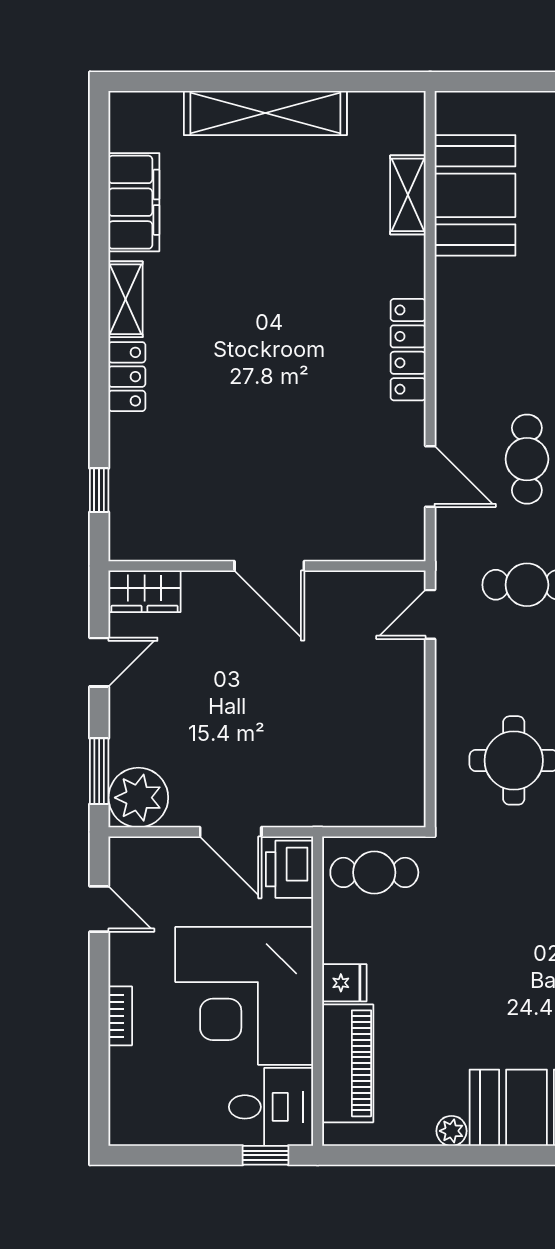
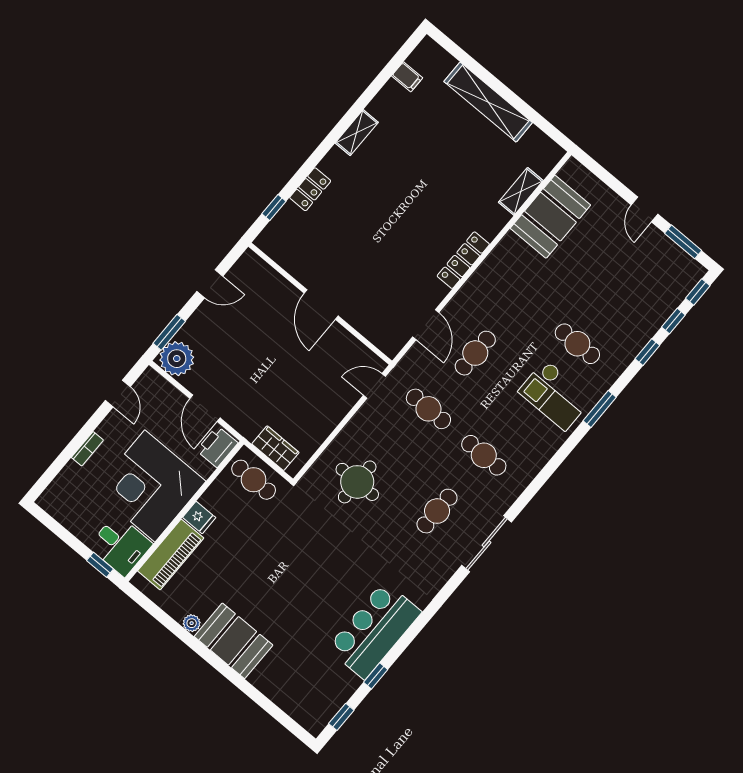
filing cabinet: (134, 202) -> (407, 77), width x0.33, depth x0.86
locker: (127, 377) -> (310, 189), moved
wardrobe: (145, 591) -> (275, 448), moved, turned 180

